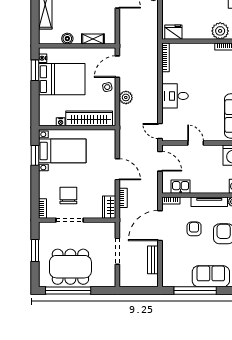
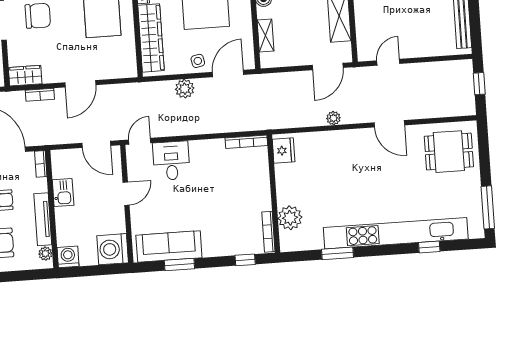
door: (117, 67) -> (228, 73), hinge flipped
desk: (175, 96) -> (171, 161), moved
door: (160, 161) -> (96, 144), hinge flipped
kitchen sink: (181, 187) -> (63, 193), moved

